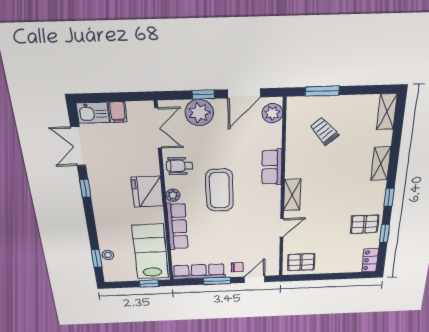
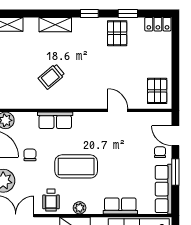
trolley: (324, 131) -> (52, 77), moved
chair: (231, 142) -> (30, 155), added
shelving: (292, 195) -> (83, 102), removed
row of seats: (177, 227) -> (120, 206), width x0.68

